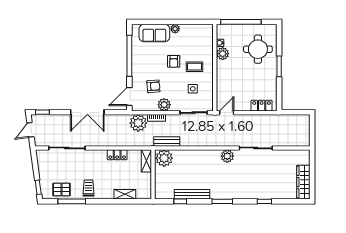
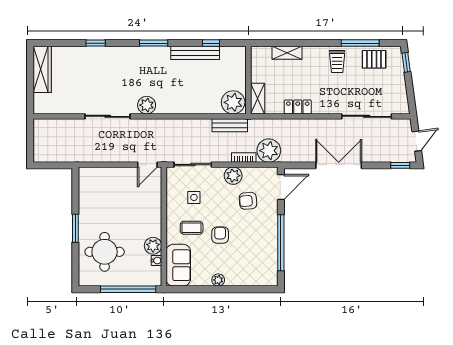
sofa: (154, 33) -> (178, 265), moved, turned 90
locker: (262, 106) -> (100, 174), removed

